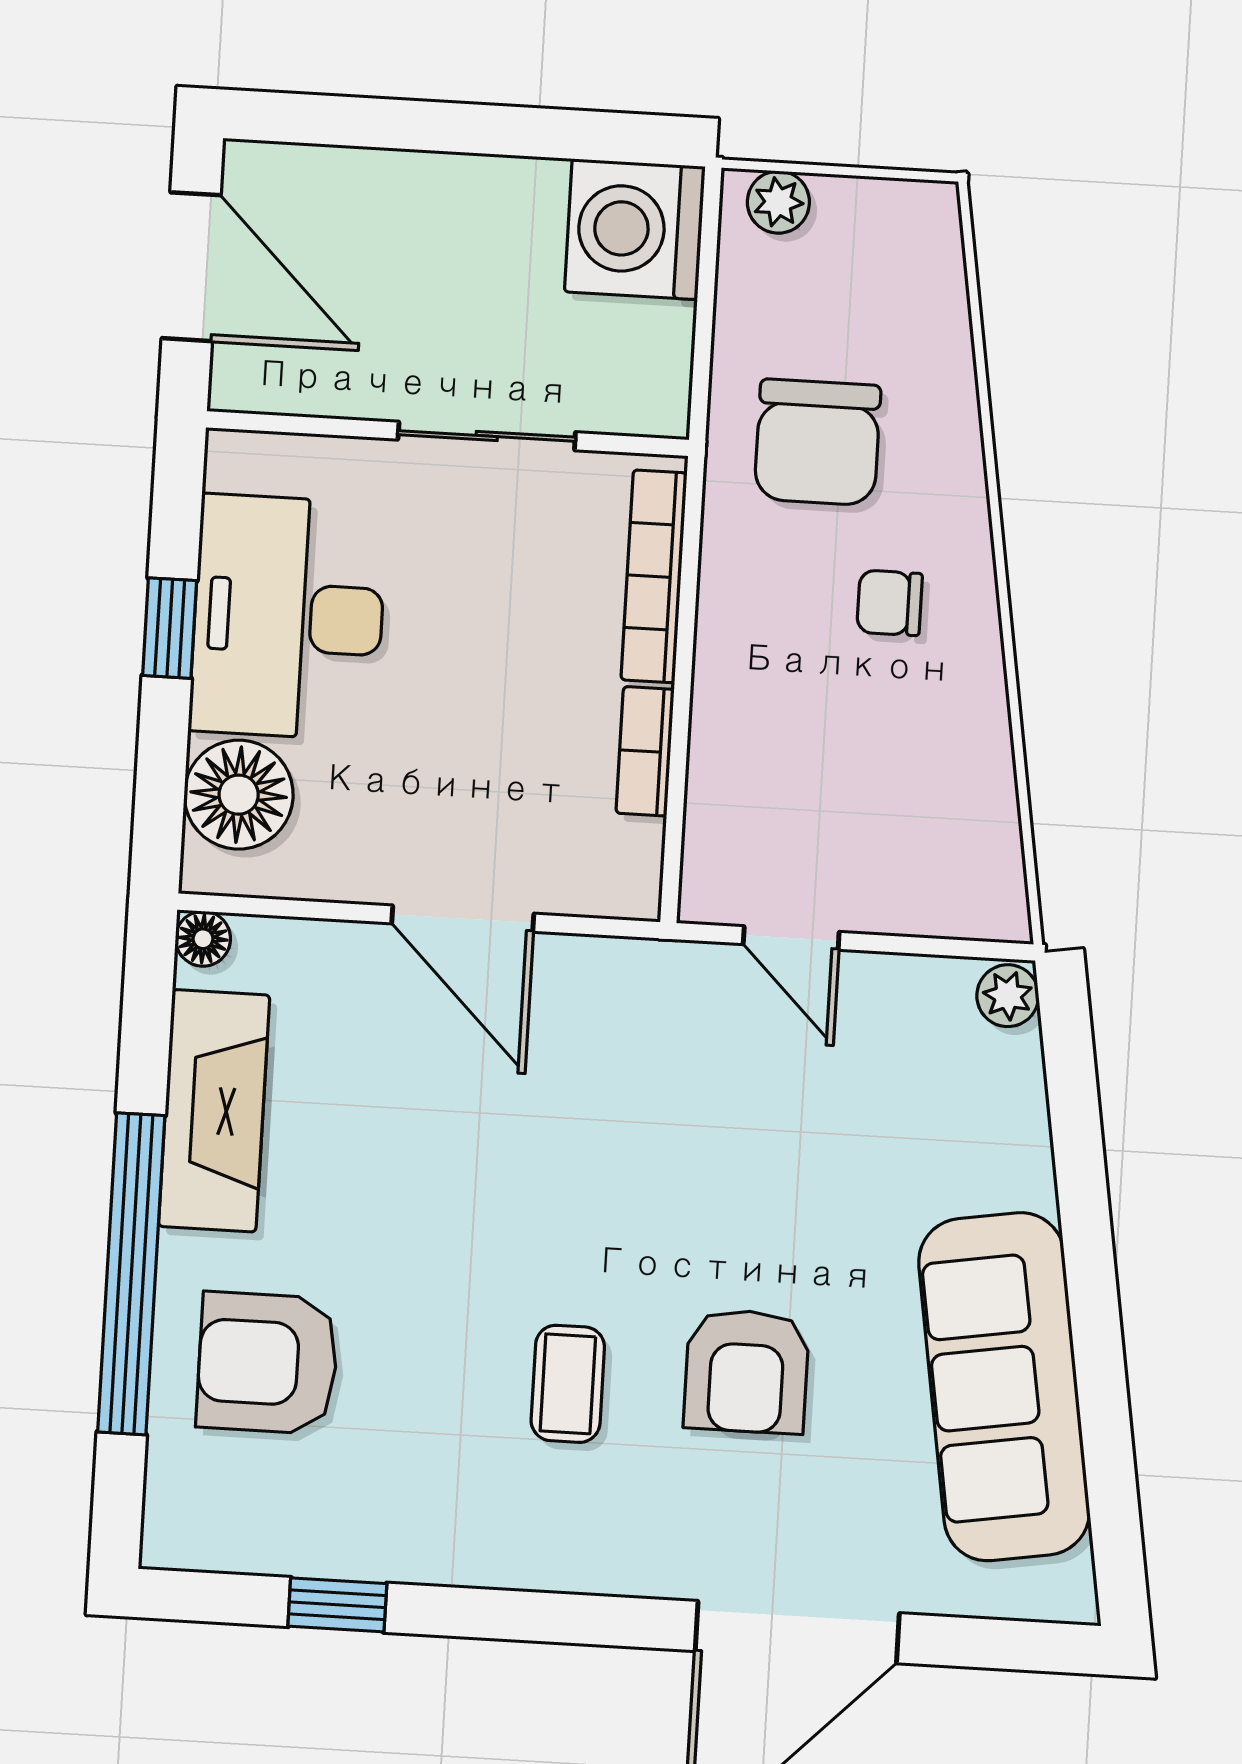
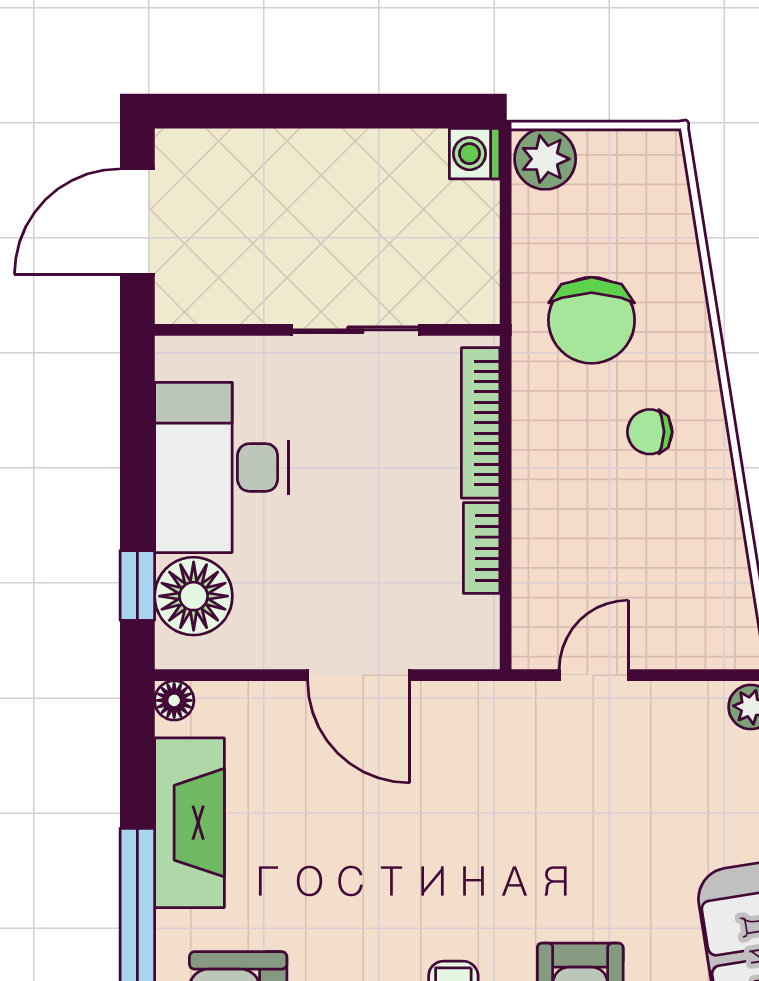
plant: (778, 202) -> (545, 159), width x1.38, depth x1.38
washing machine: (635, 229) -> (475, 154), width x0.53, depth x0.53
door: (191, 267) -> (137, 222), swing flipped
window: (170, 628) -> (137, 585), moved
door: (791, 938) -> (594, 675), swing flipped

